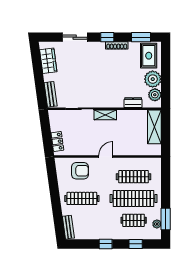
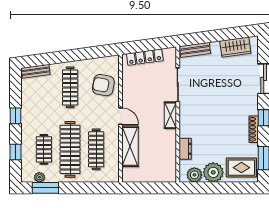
shelving: (154, 127) -> (130, 146), moved, turned 90
locker: (57, 141) -> (145, 57), width x1.53
armchair: (80, 171) -> (103, 85), turned 100

